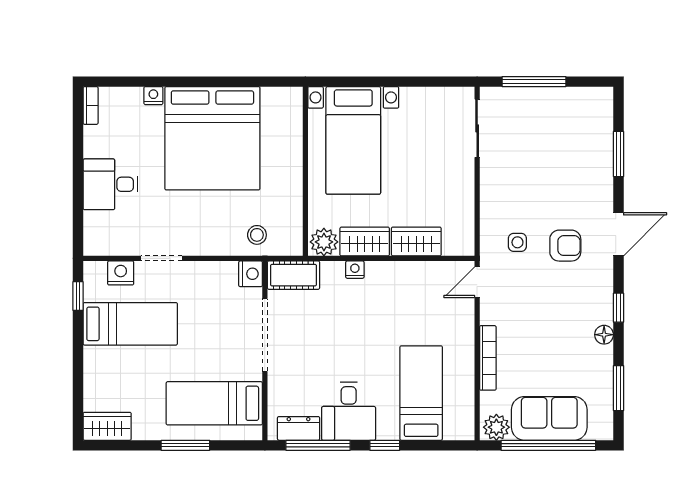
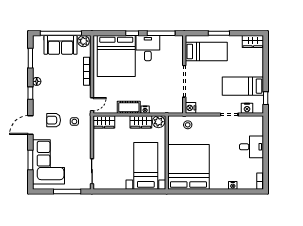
bed: (212, 138) -> (188, 167), moved
corner sofa: (577, 149) -> (48, 162), added
wardrobe: (416, 241) -> (104, 122), moved
cot: (294, 275) -> (129, 107), moved
bed: (421, 393) -> (116, 56), width x2.04
dresser: (299, 428) -> (170, 41), removed

